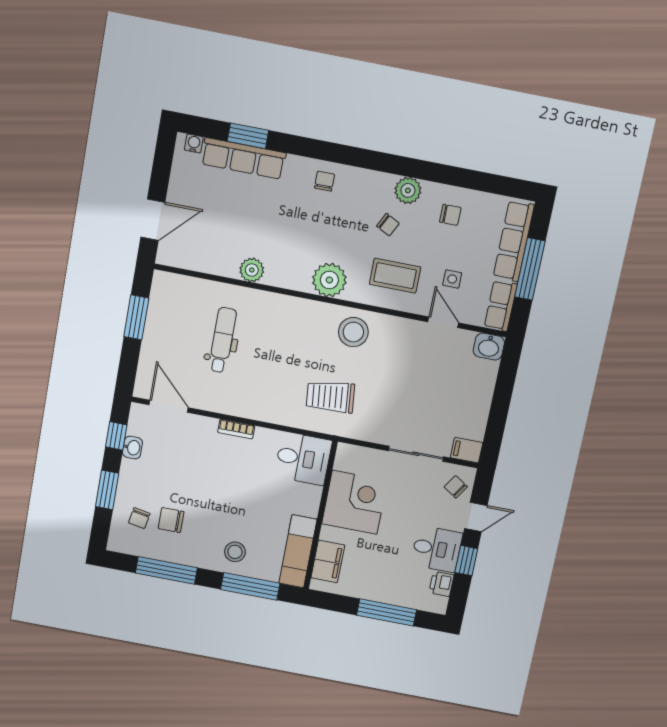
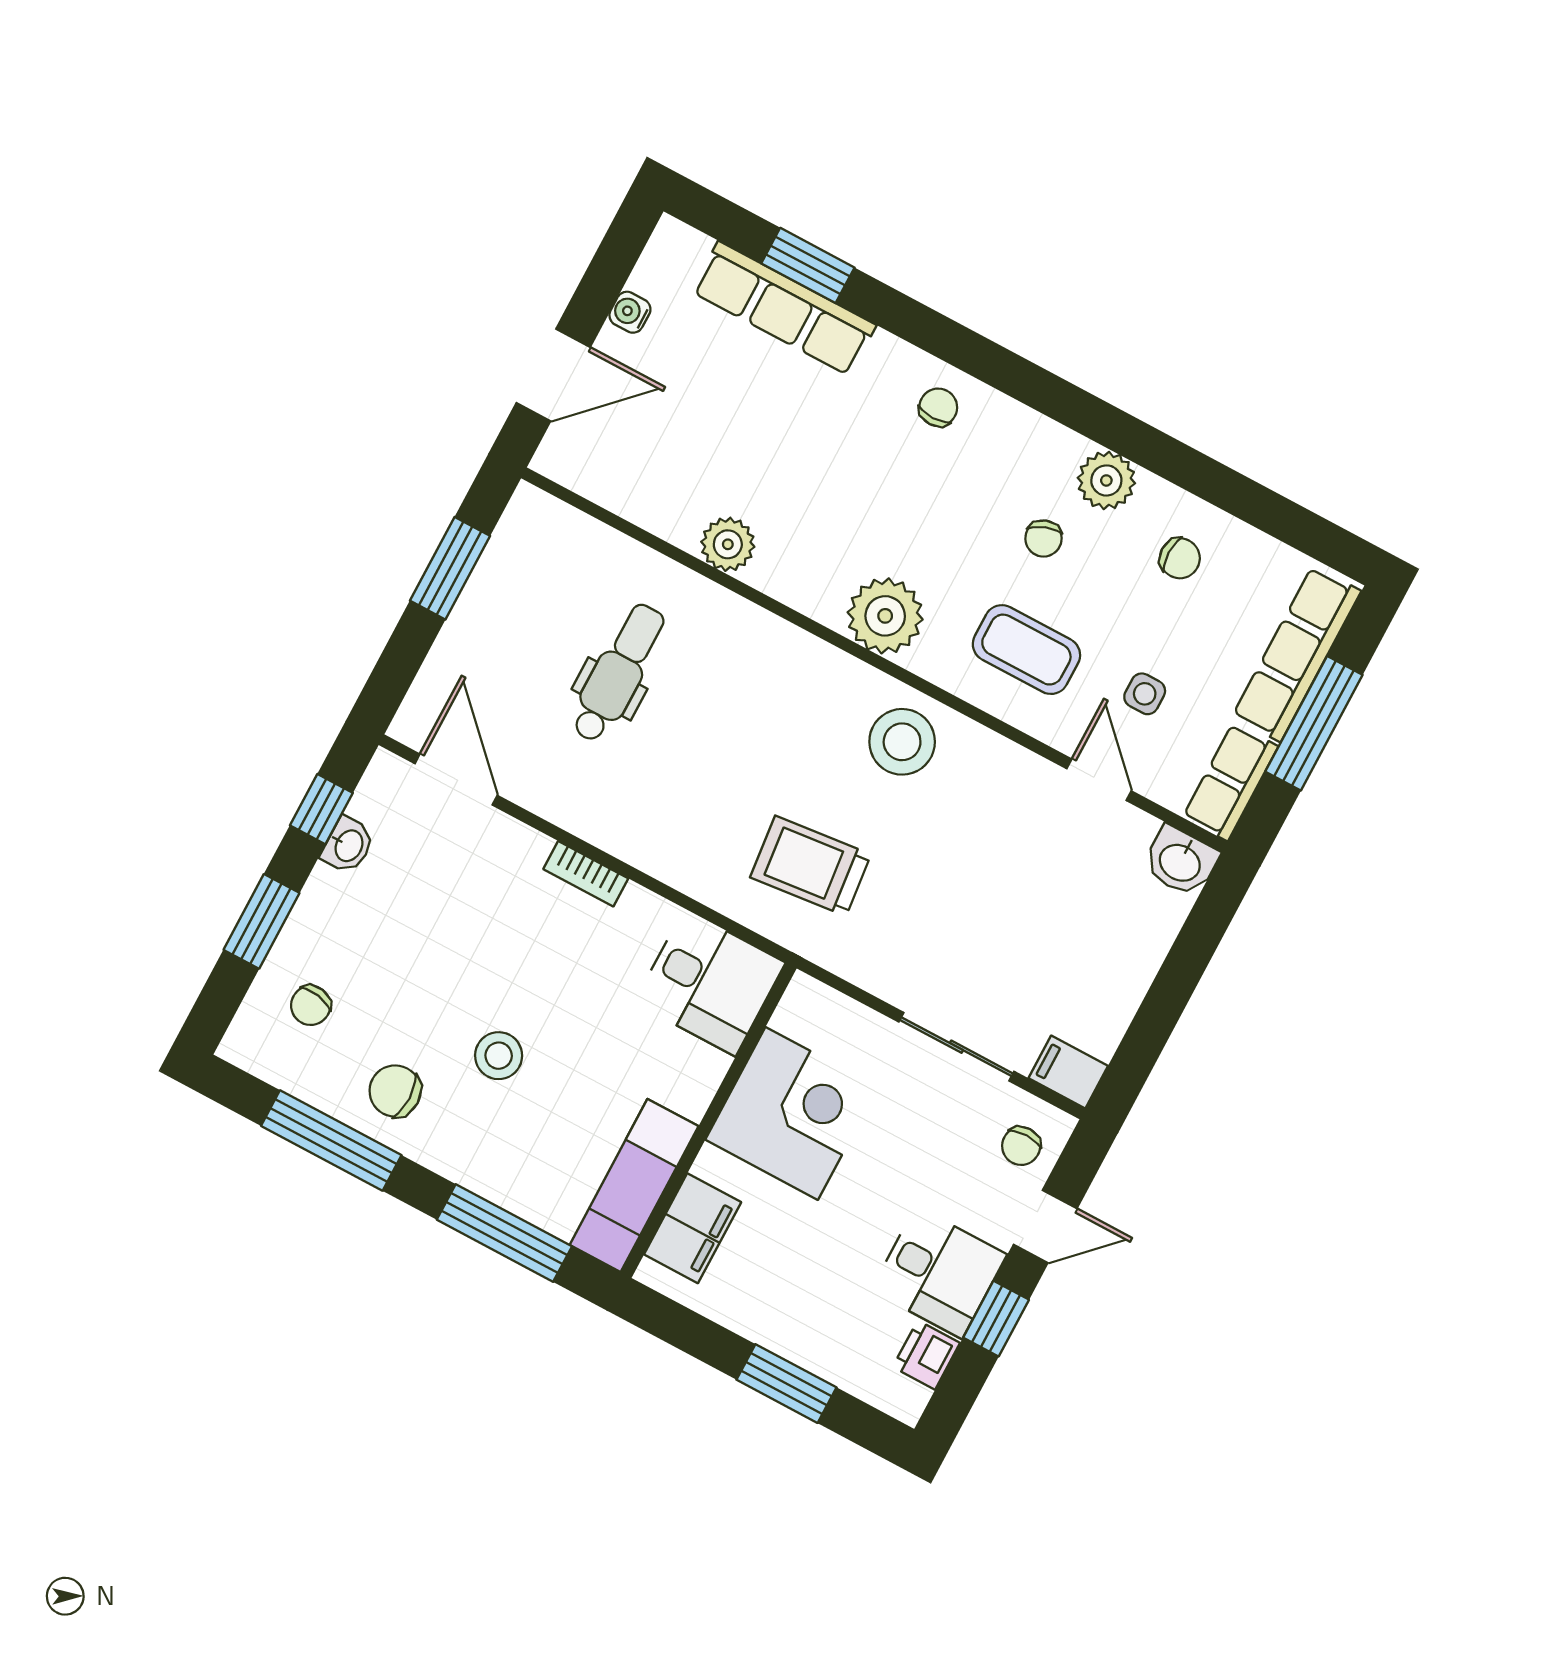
water cooler: (194, 143) -> (630, 312), moved, turned -90
chair: (388, 225) -> (1043, 538), turned 43
chair: (456, 487) -> (1021, 1146), turned -123
chair: (171, 520) -> (395, 1091), moved
stool: (235, 552) -> (499, 1056), moved
window: (387, 612) -> (786, 1384), width x0.69

